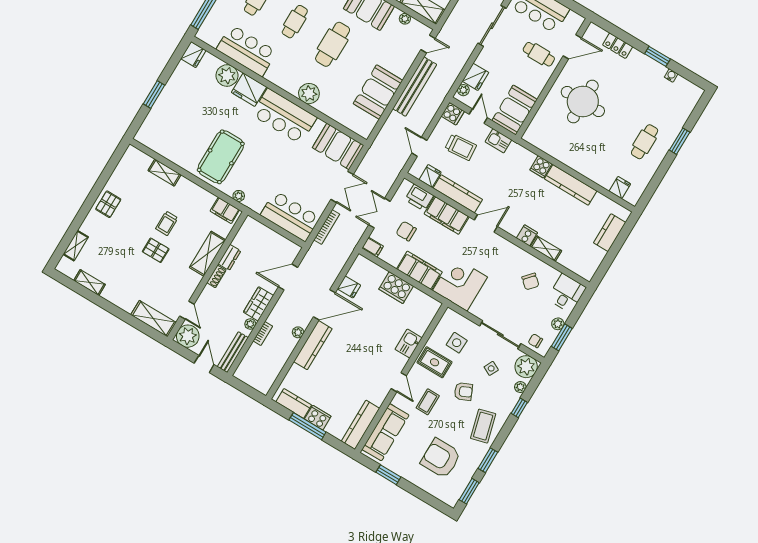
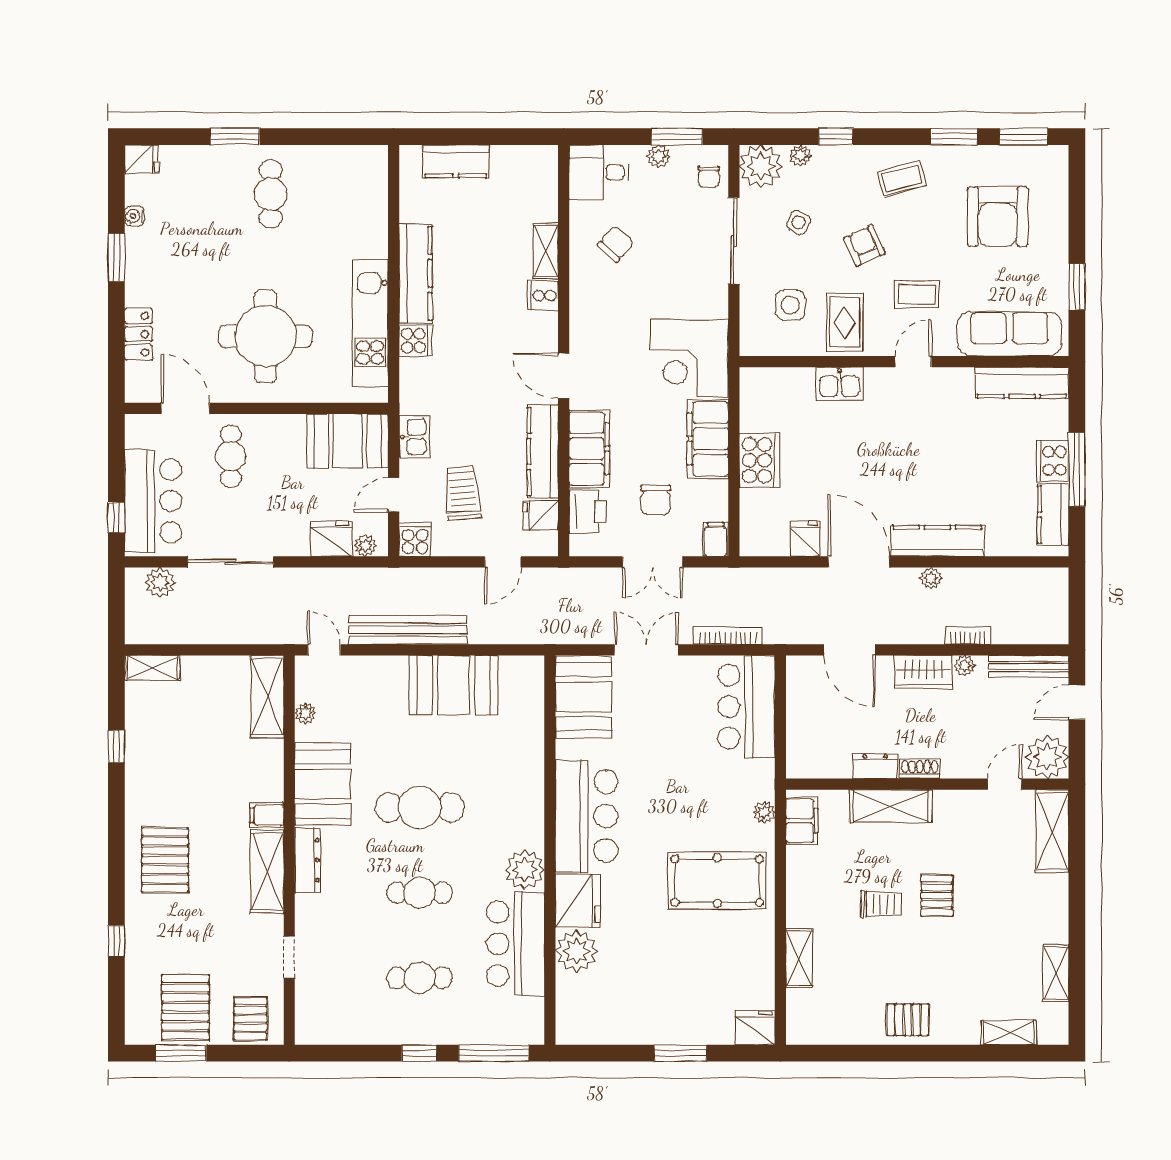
fridge: (193, 55) -> (755, 1028), moved
plant: (309, 94) -> (525, 870), moved
cafe table: (645, 142) -> (271, 194), turned 90
kitchen unit: (561, 151) -> (370, 323), added
fridge: (620, 188) -> (142, 159), moved, turned 180
coffee table: (483, 426) -> (902, 178), width x0.73, depth x0.77

